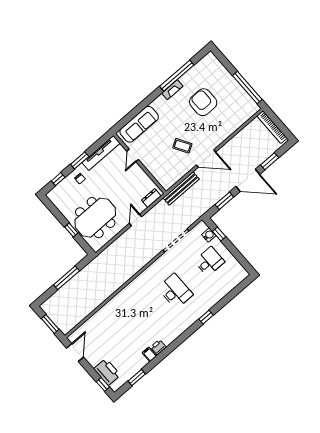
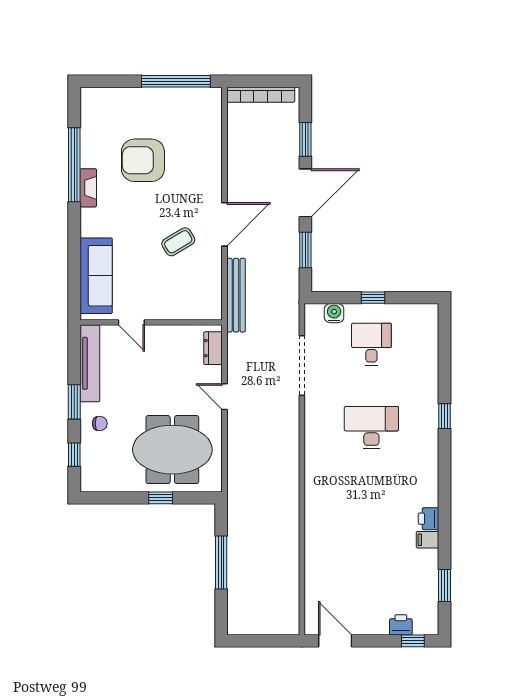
meeting table: (95, 218) -> (172, 450), turned 90
window: (219, 234) -> (373, 298), moved
window: (50, 324) -> (265, 641), removed
printer: (107, 372) -> (401, 625), width x0.53, depth x0.68

